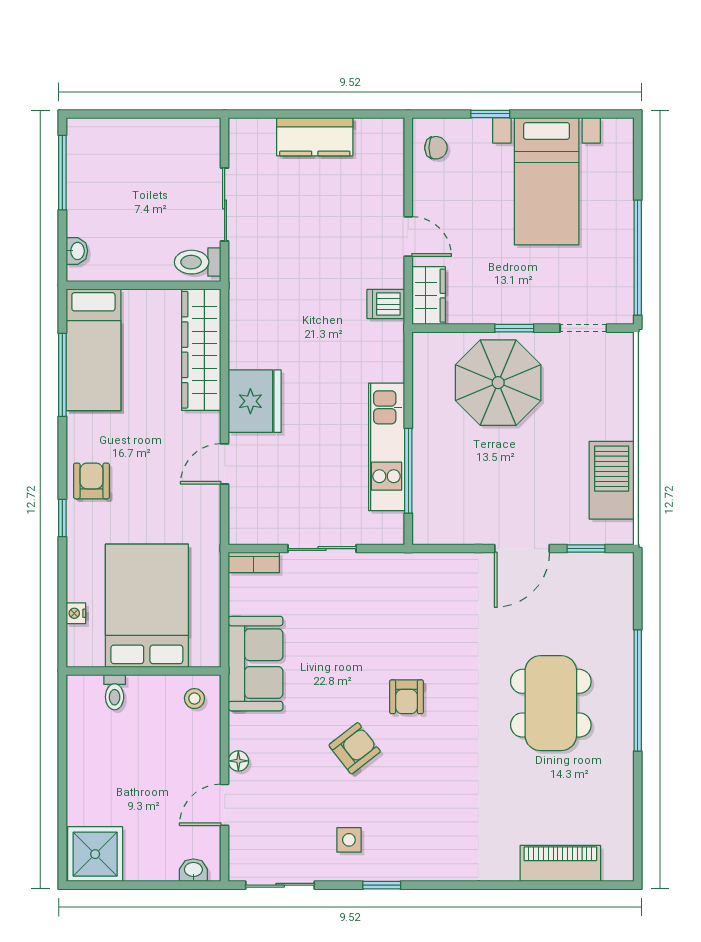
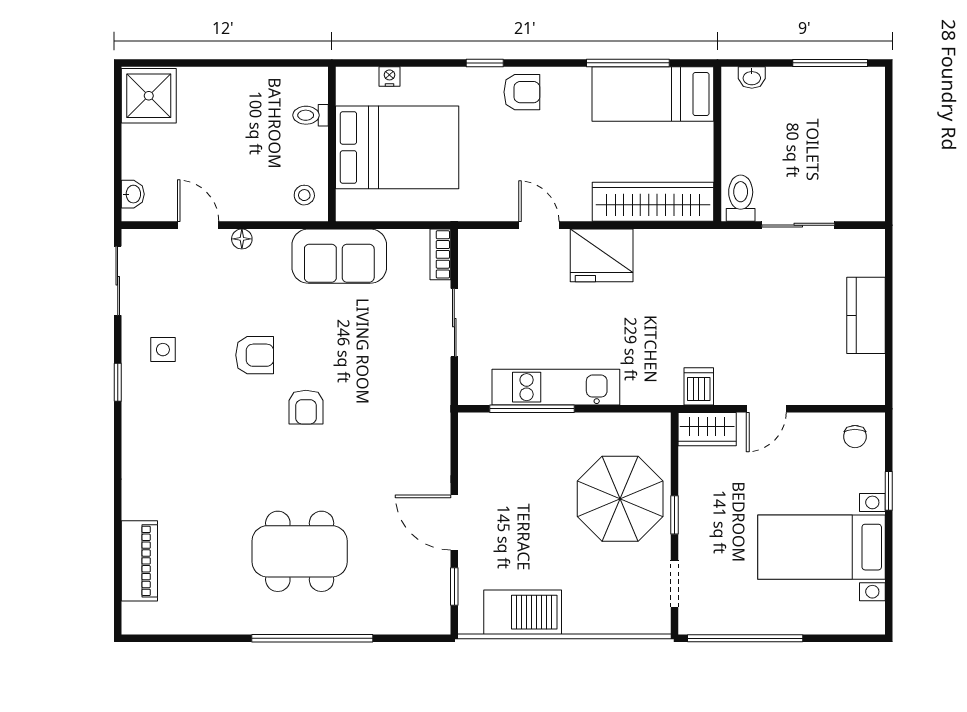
armchair: (407, 697) -> (306, 407), turned -90
armchair: (355, 748) -> (255, 355), turned -52

